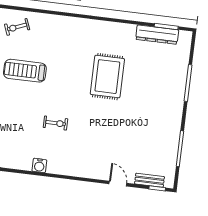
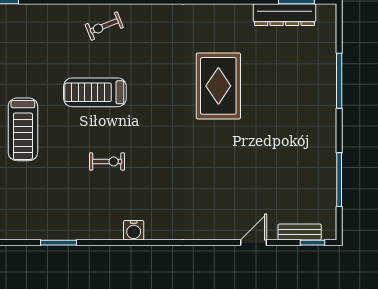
exercise bike: (17, 27) -> (104, 26), moved
exercise bike: (56, 123) -> (107, 161), moved
door: (118, 184) -> (253, 243), hinge flipped

